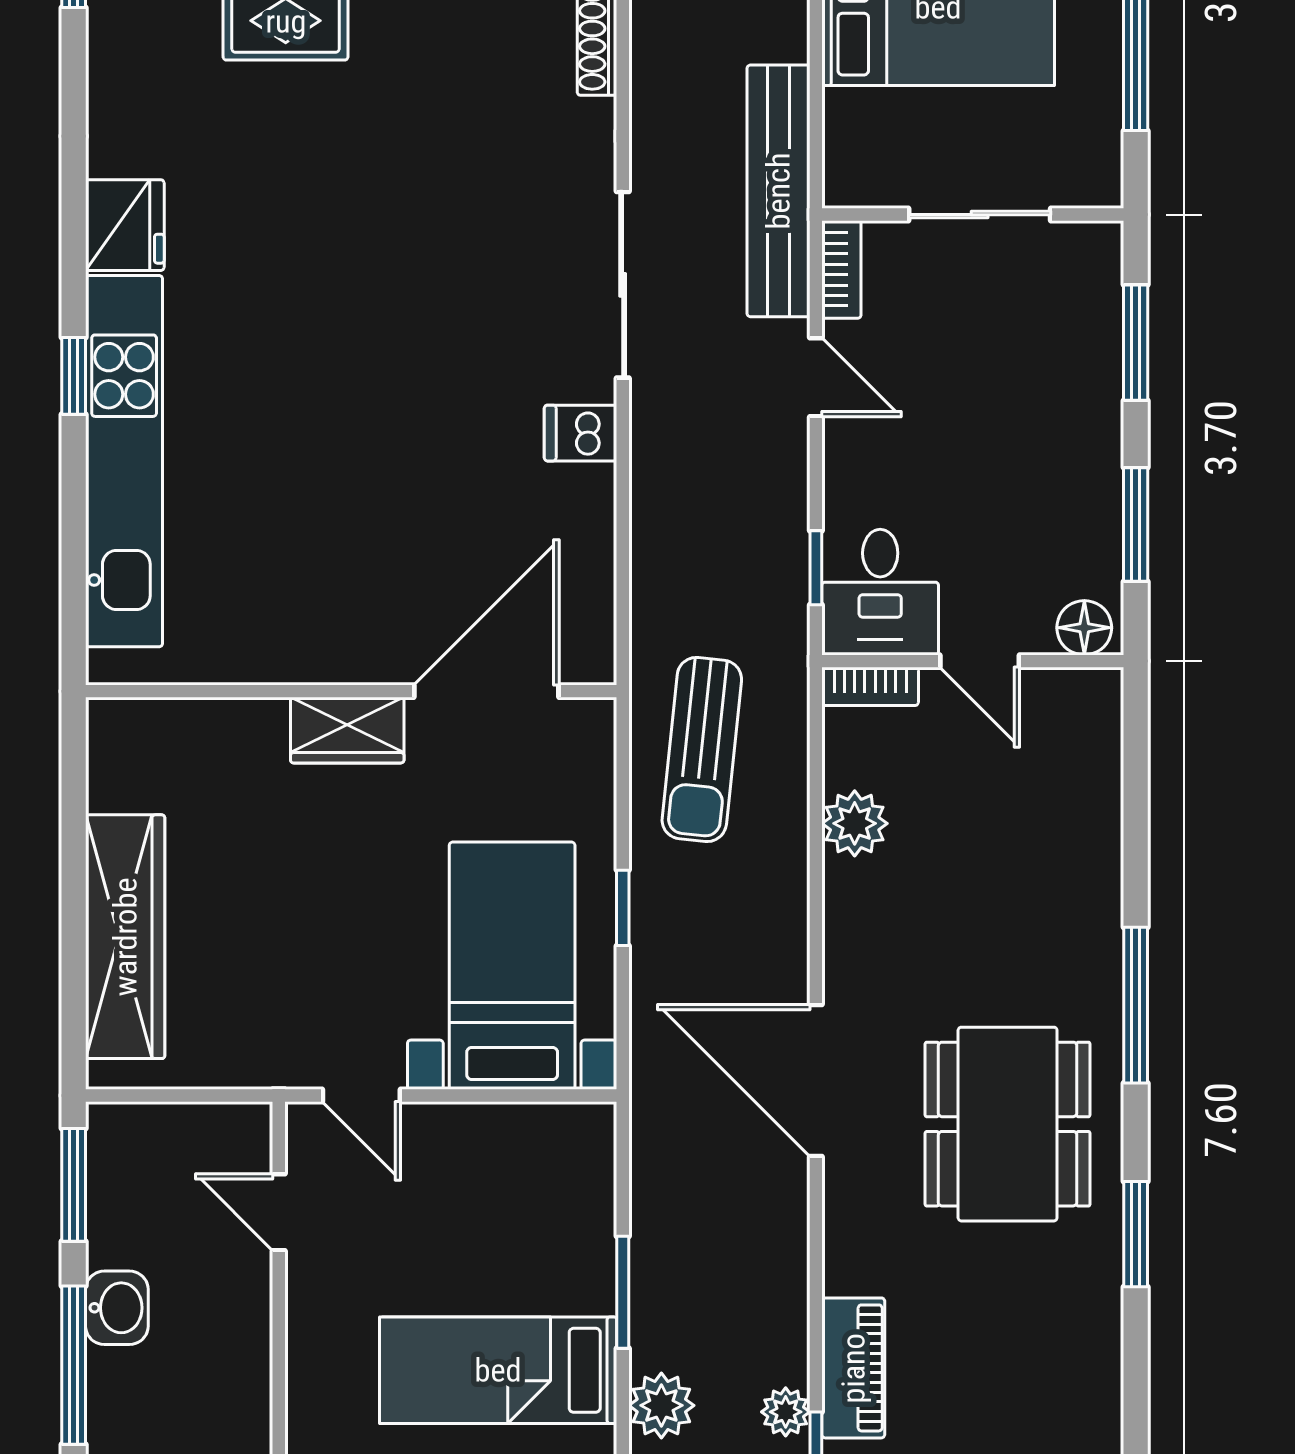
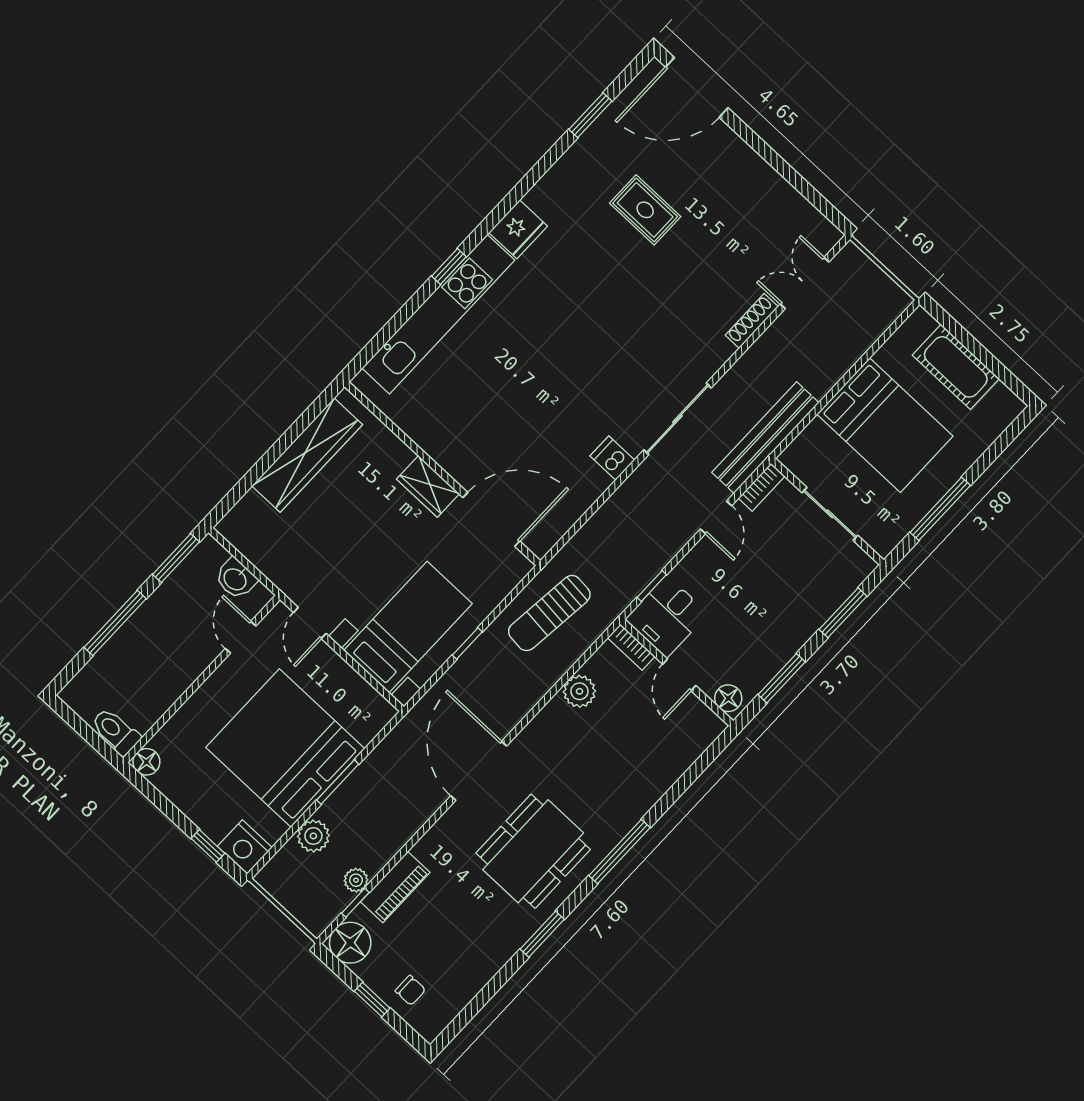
wardrobe: (125, 937) -> (307, 455), moved
washbasin: (117, 1308) -> (236, 579), moved, turned 90
bed: (498, 1370) -> (285, 748), width x2.04

